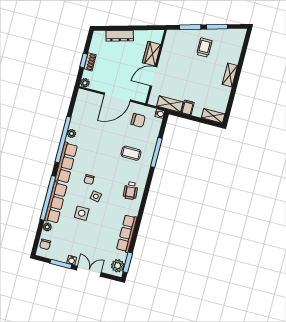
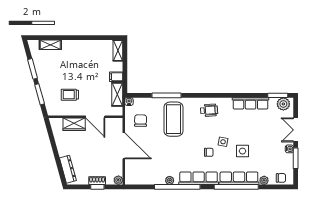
dresser: (120, 36) -> (68, 169), moved
trolley: (204, 48) -> (70, 95), moved
shelving: (230, 75) -> (50, 45), moved
coffee table: (131, 153) -> (174, 119), width x1.86, depth x1.72

